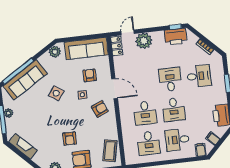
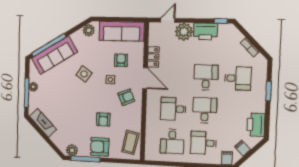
printer: (176, 37) -> (205, 31), moved
locker: (117, 46) -> (153, 57), moved
desk: (174, 110) -> (205, 110), turned 180
desk: (145, 113) -> (173, 109), turned 90
armchair: (70, 139) -> (103, 119), moved

